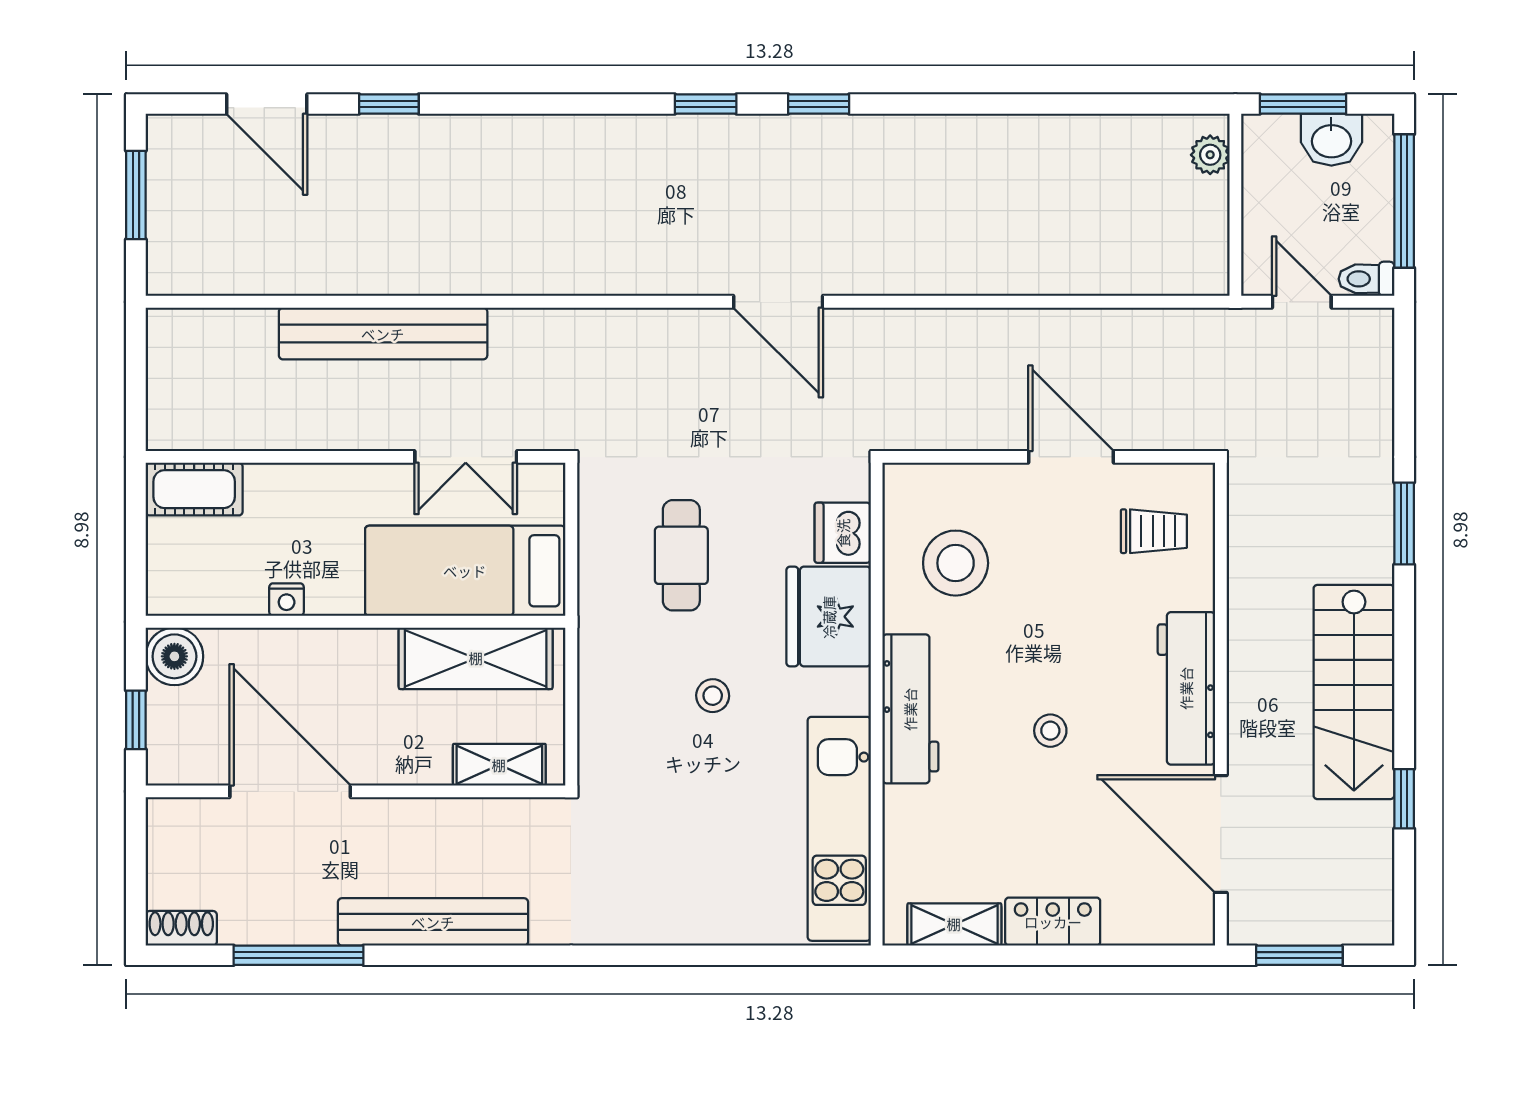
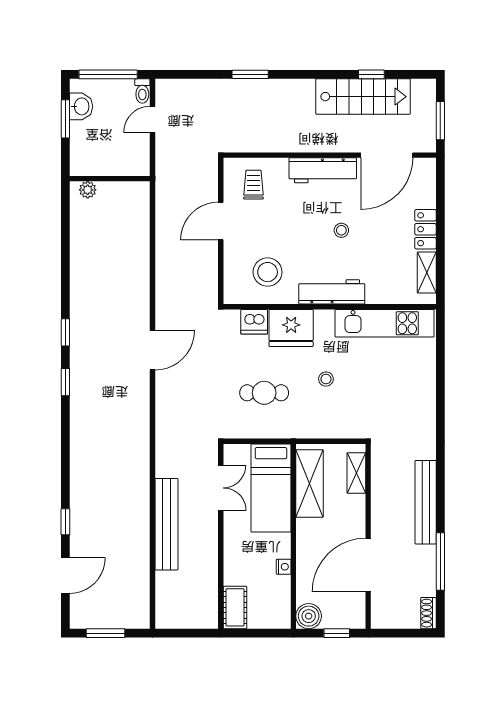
plant: (1210, 155) -> (88, 190), moved
wall: (1235, 205) -> (110, 179), moved
stairs: (1354, 692) -> (363, 97), moved

